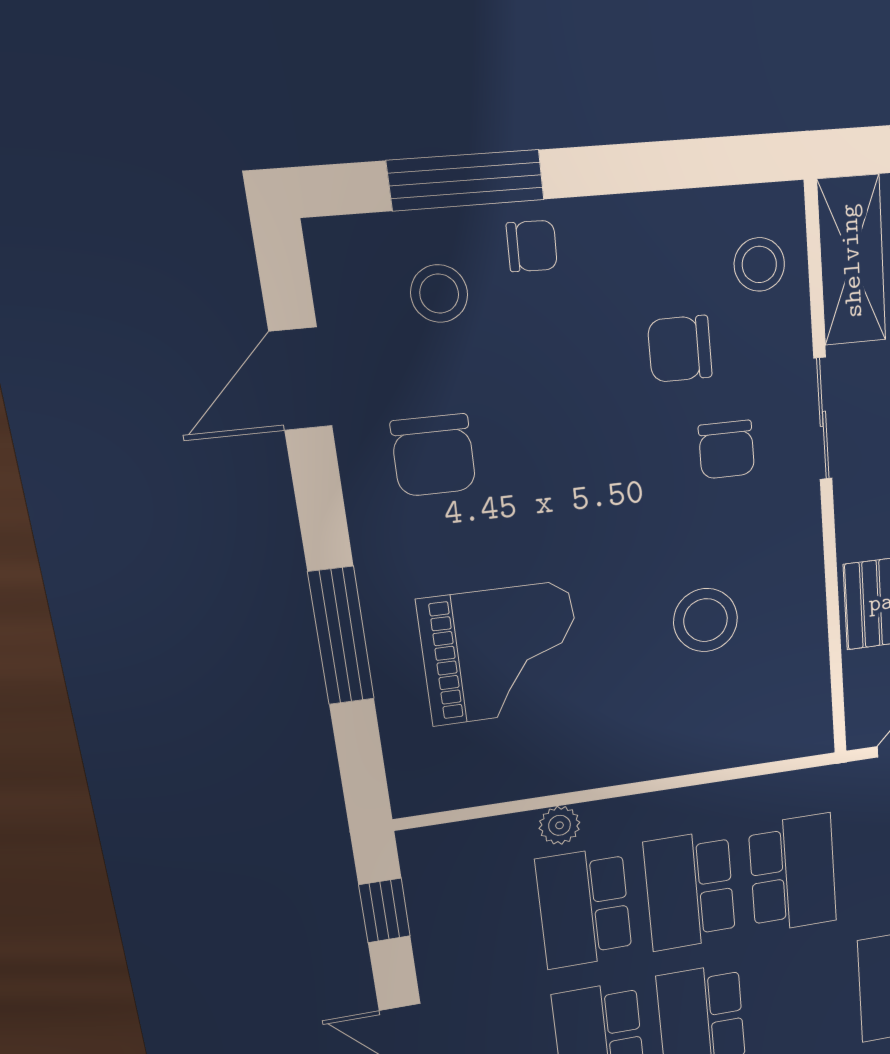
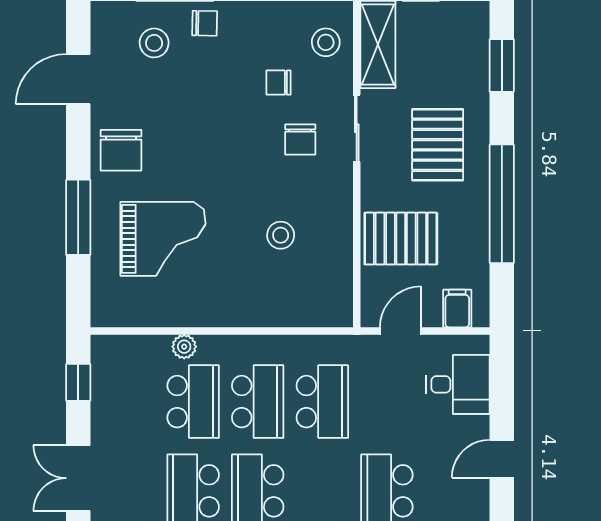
chair: (680, 349) -> (279, 83), width x0.73, depth x0.73
chair: (433, 455) -> (121, 150), moved
stool: (706, 620) -> (281, 235), width x0.73, depth x0.73
school desk: (690, 891) -> (258, 402), turned 180
school desk: (584, 908) -> (193, 402), turned 180

